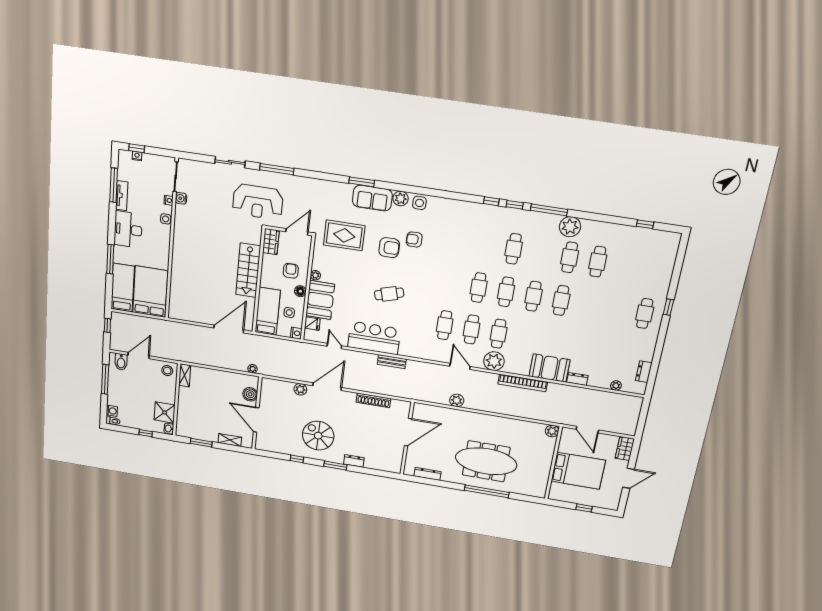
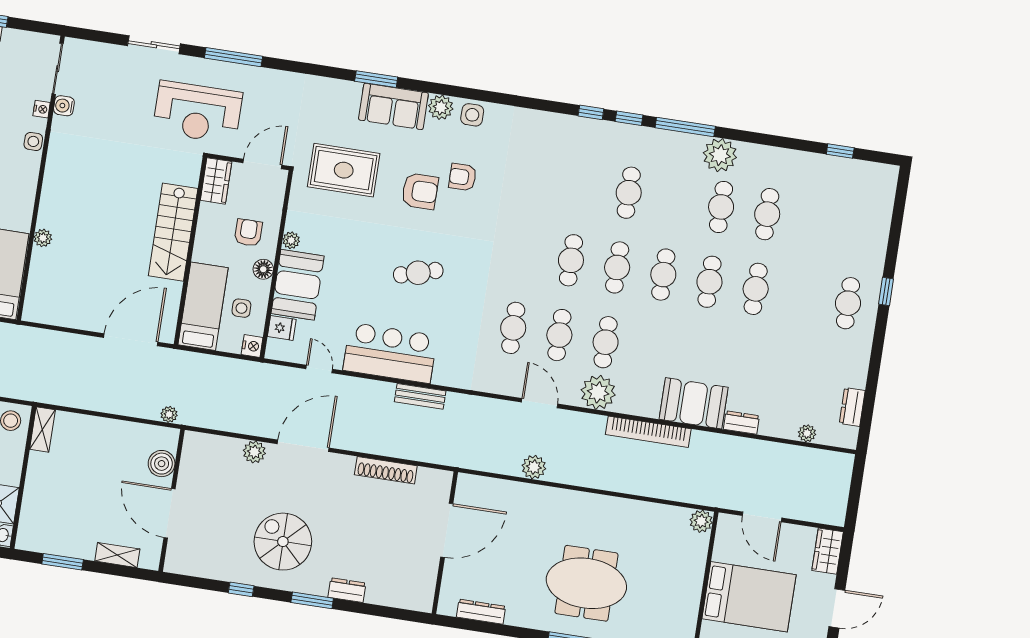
plant: (176, 273) -> (43, 238), added
cafe table: (589, 305) -> (756, 289), added
meeting table: (486, 461) -> (586, 583), width x0.73

